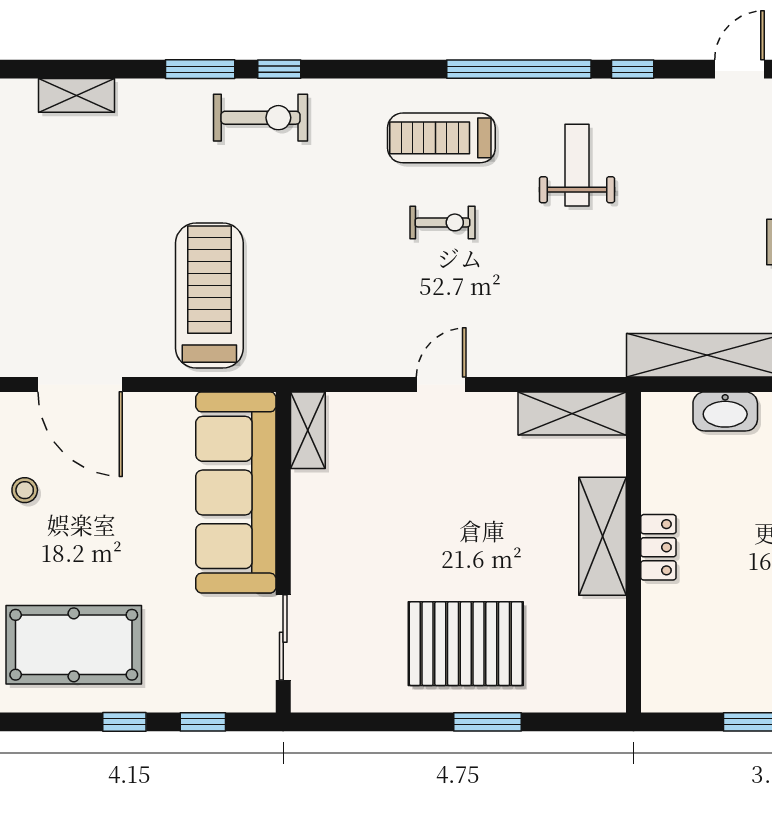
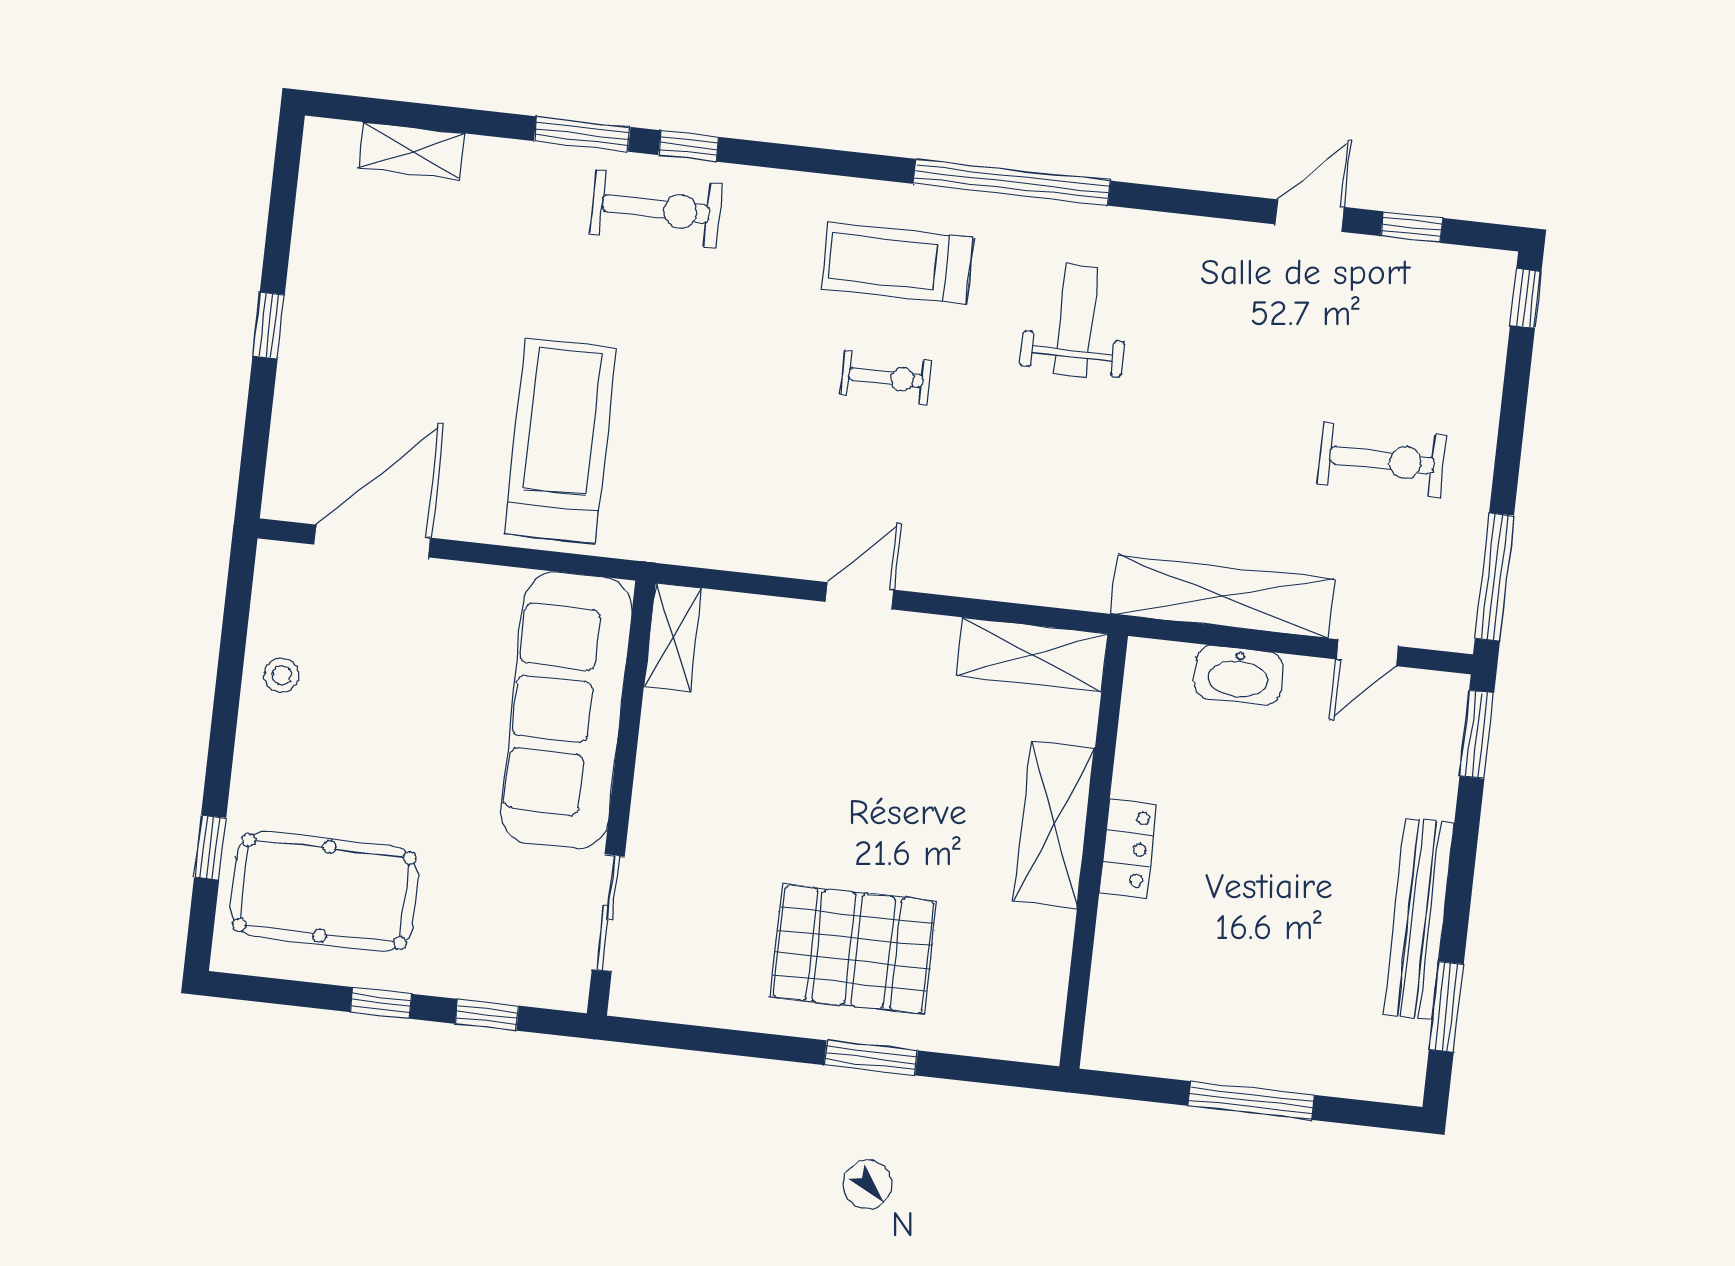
window: (633, 69) -> (1166, 199), removed
door: (80, 384) -> (372, 541), swing flipped

